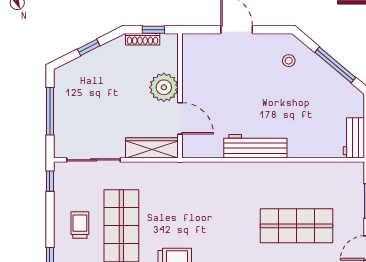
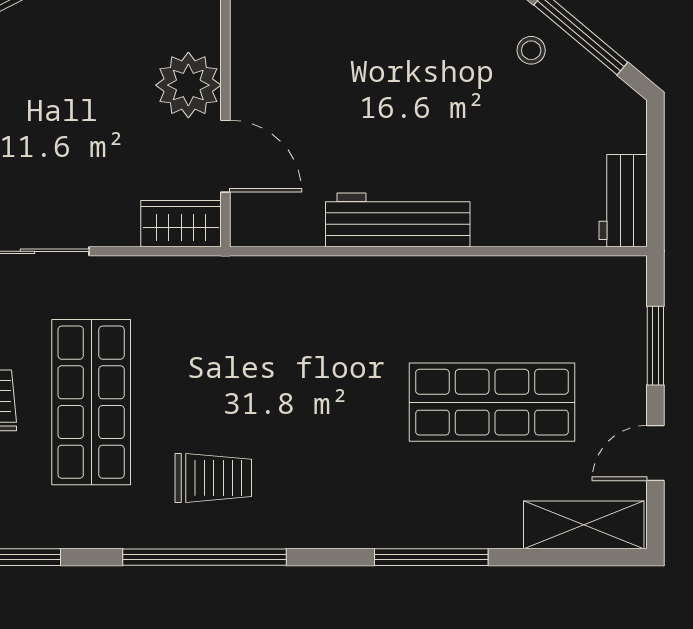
stool: (289, 61) -> (531, 50), moved
wardrobe: (152, 148) -> (181, 224), width x0.67

